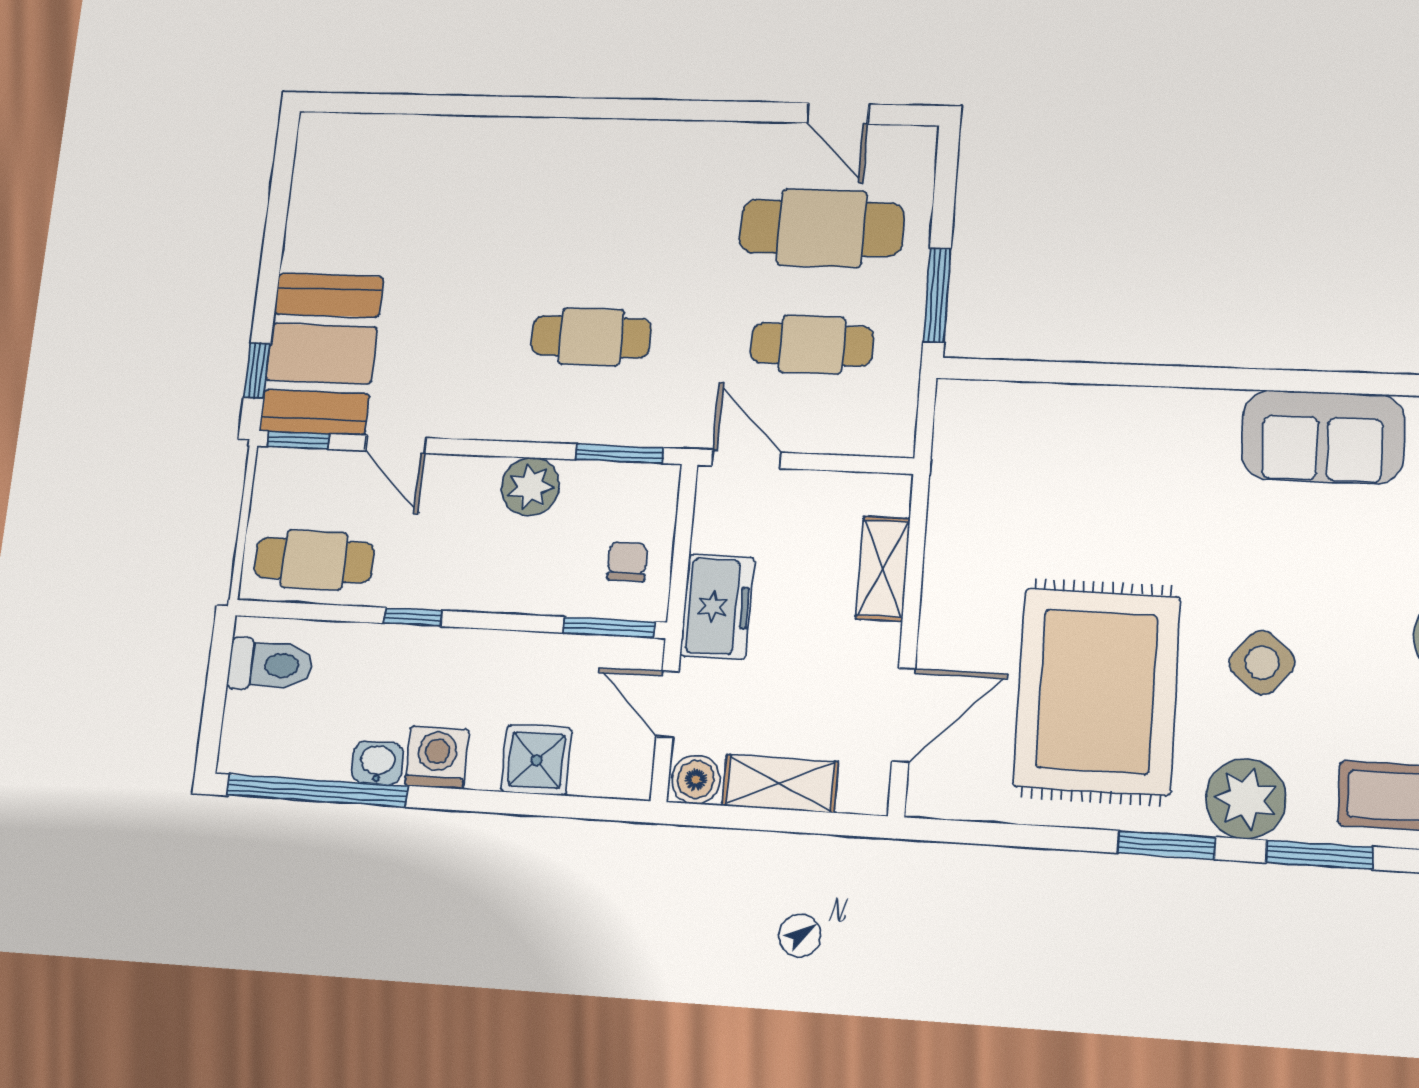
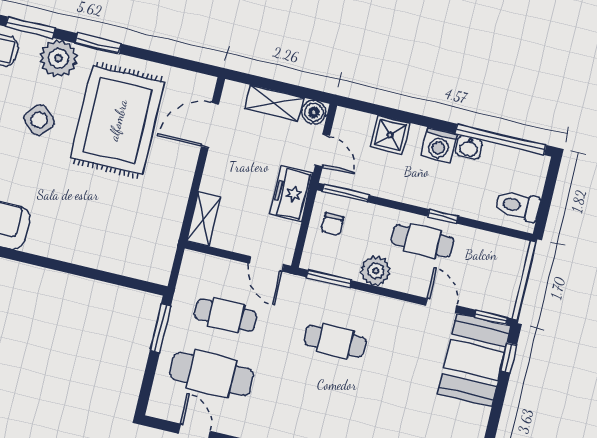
cafe table: (314, 560) -> (422, 241), moved
shelving: (883, 569) -> (203, 219), moved

